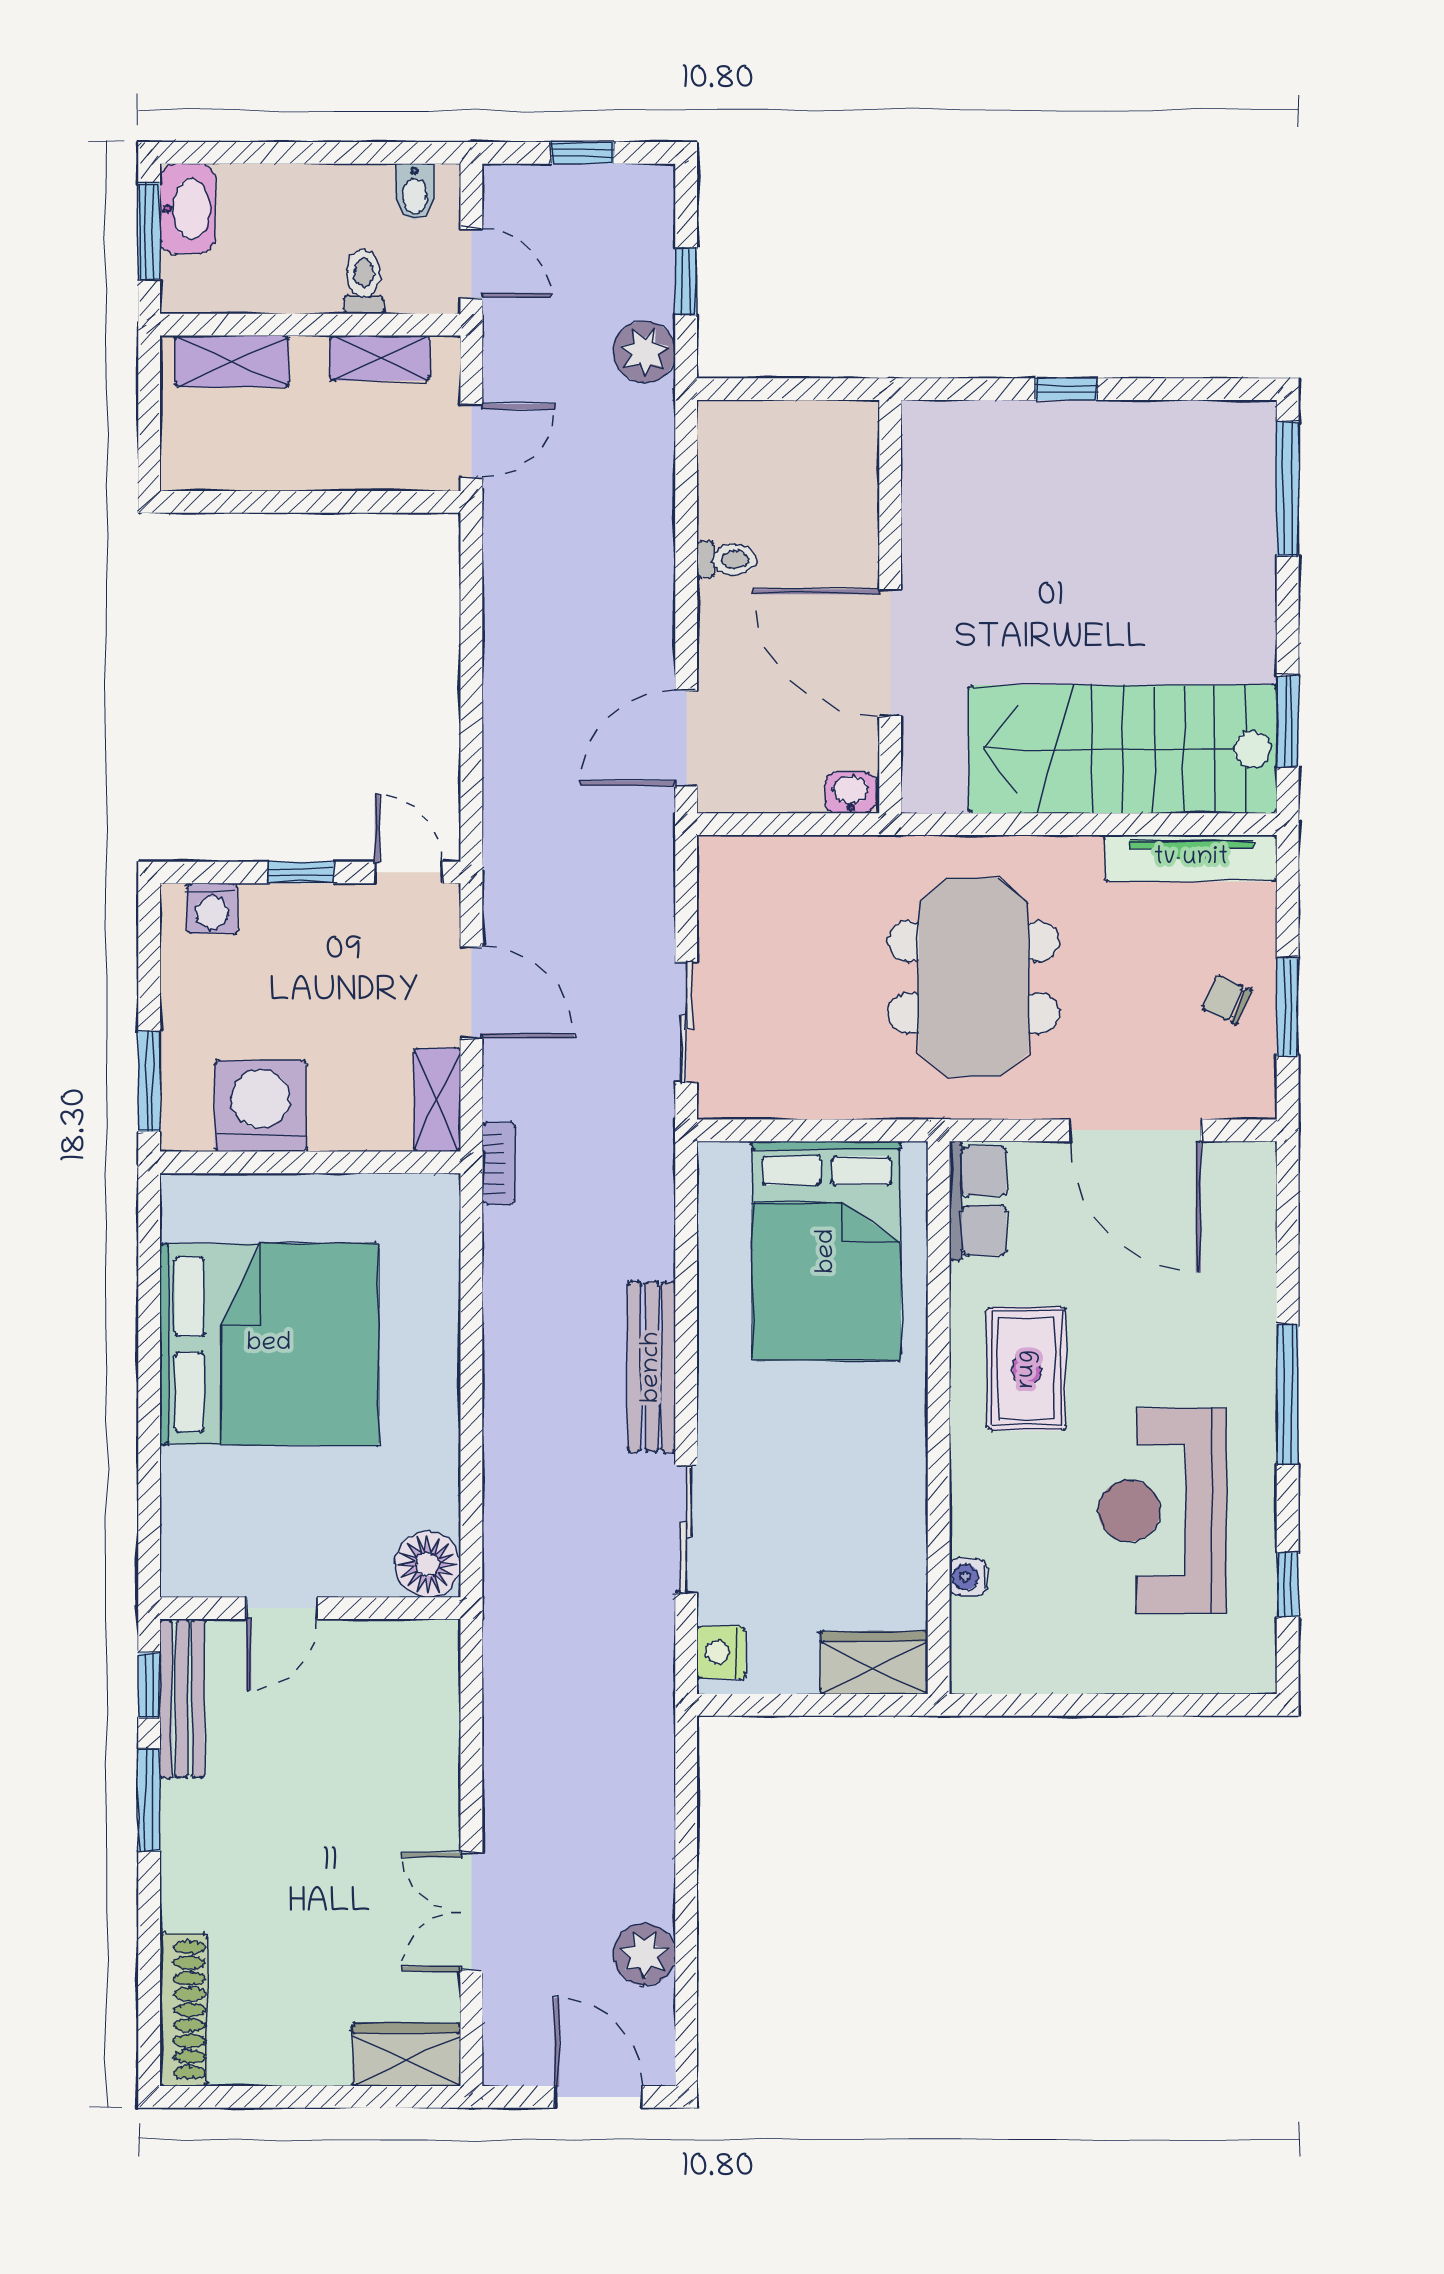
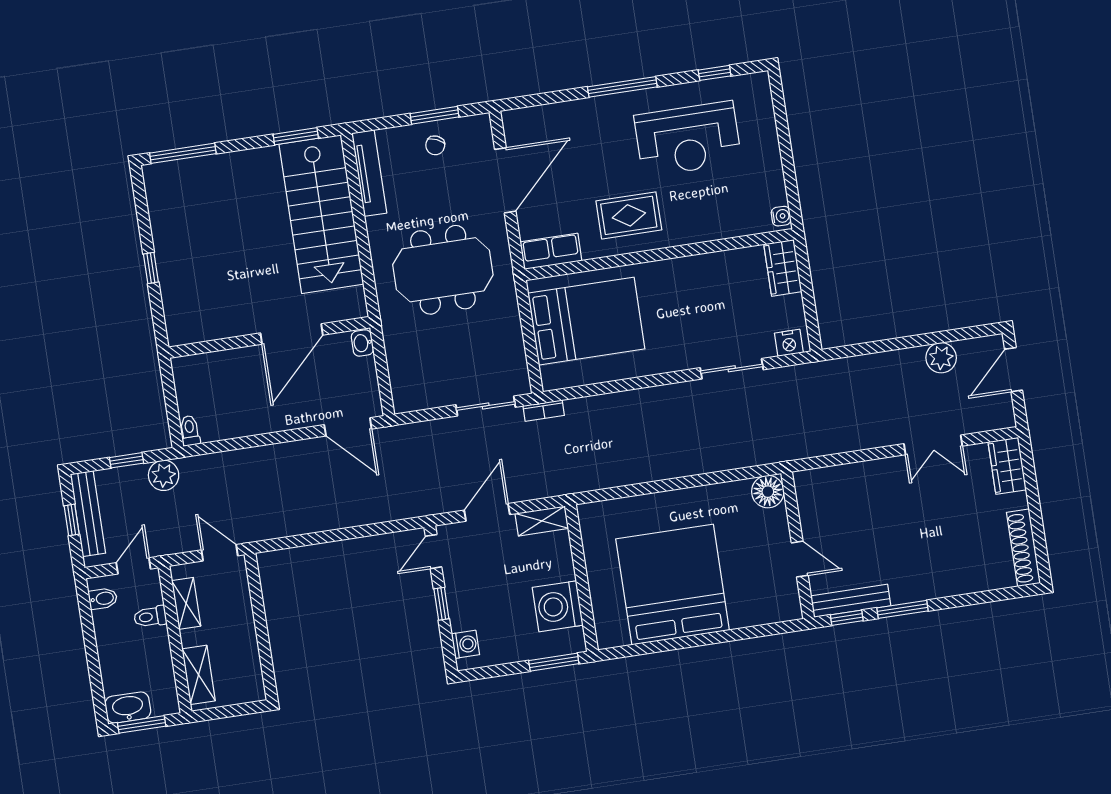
toilet: (727, 560) -> (190, 431), moved
bookcase: (498, 1163) -> (544, 411), moved, turned 180
bench: (652, 1367) -> (88, 514), moved, turned 90
water cooler: (968, 1577) -> (781, 216), moved, turned -90
shoe rack: (184, 2010) -> (1023, 548), moved, turned -90

